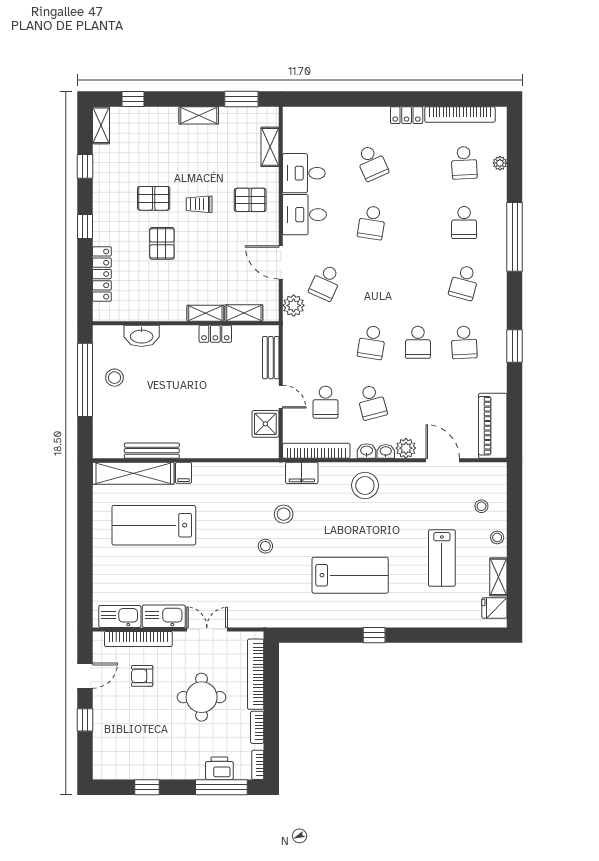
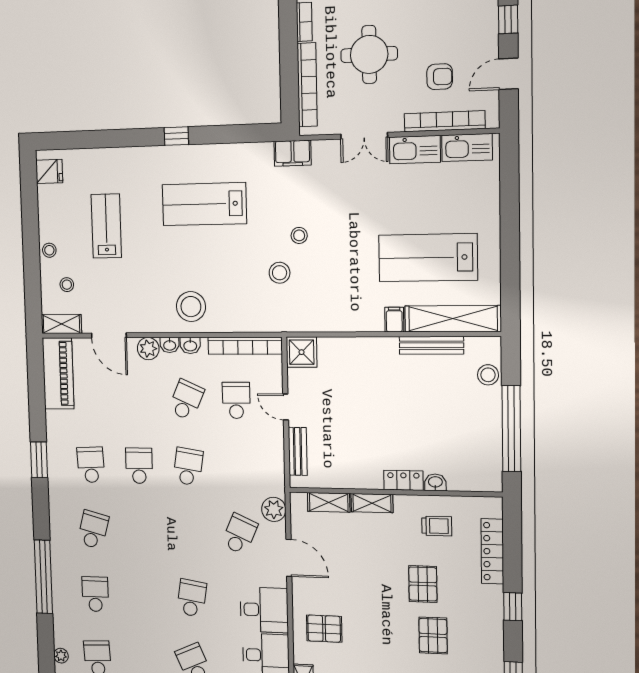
pallet: (154, 198) -> (433, 635), turned 90
trolley: (199, 204) -> (437, 526), moved
locker: (215, 334) -> (403, 480), moved
washbasin: (142, 336) -> (435, 482), width x0.52, depth x0.69
stool: (114, 378) -> (488, 375), moved
school desk: (372, 402) -> (186, 400), turned 39
shower: (265, 424) -> (302, 352), moved
filing cabinet: (302, 473) -> (293, 153), moved, turned 180
lab bench: (154, 525) -> (428, 258), turned 180
shelving: (498, 577) -> (61, 324), moved, turned 90

